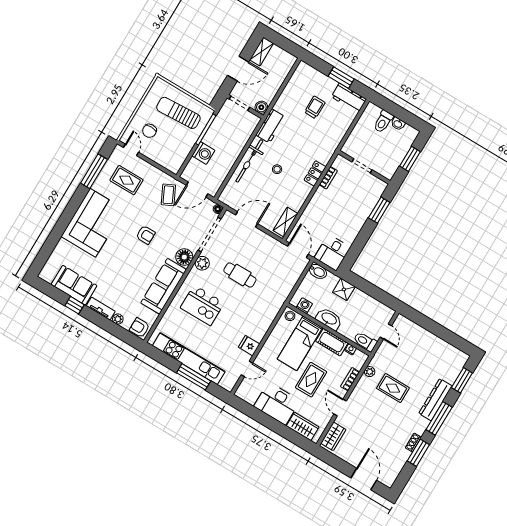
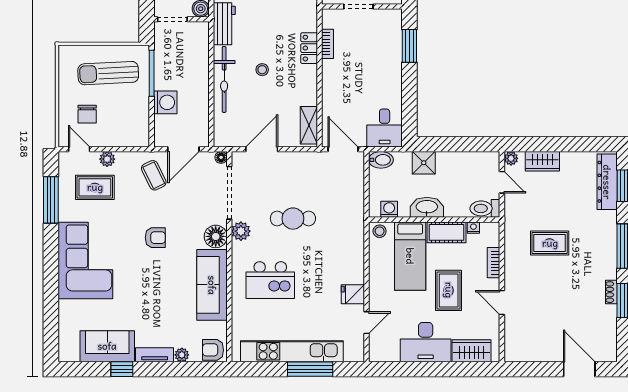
plant: (145, 167) -> (107, 159), added
plant: (370, 372) -> (511, 158), moved
dresser: (435, 400) -> (607, 182), moved
wardrobe: (333, 436) -> (542, 161), moved, turned 90

